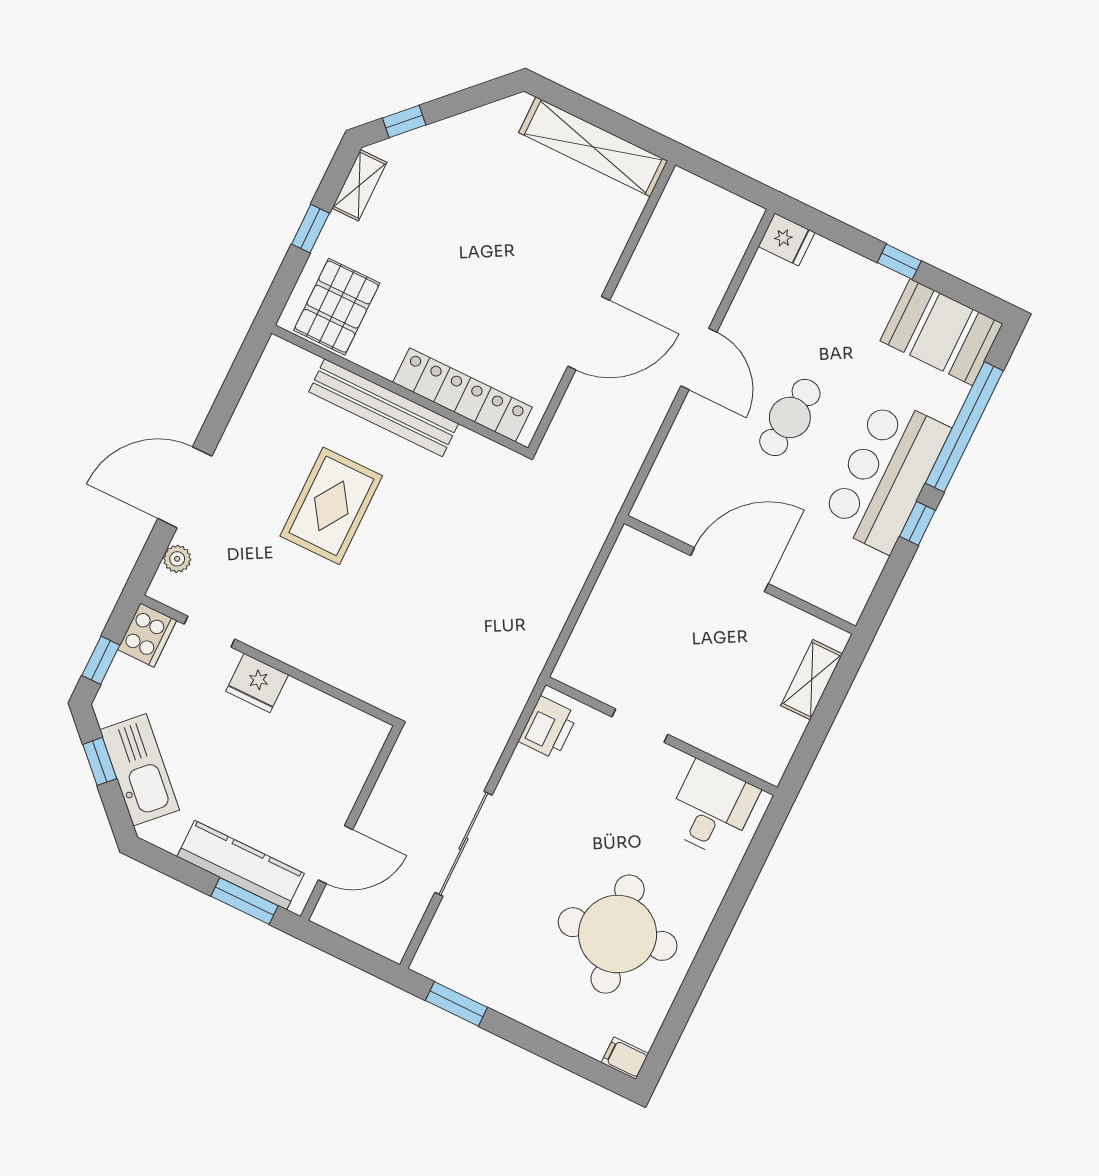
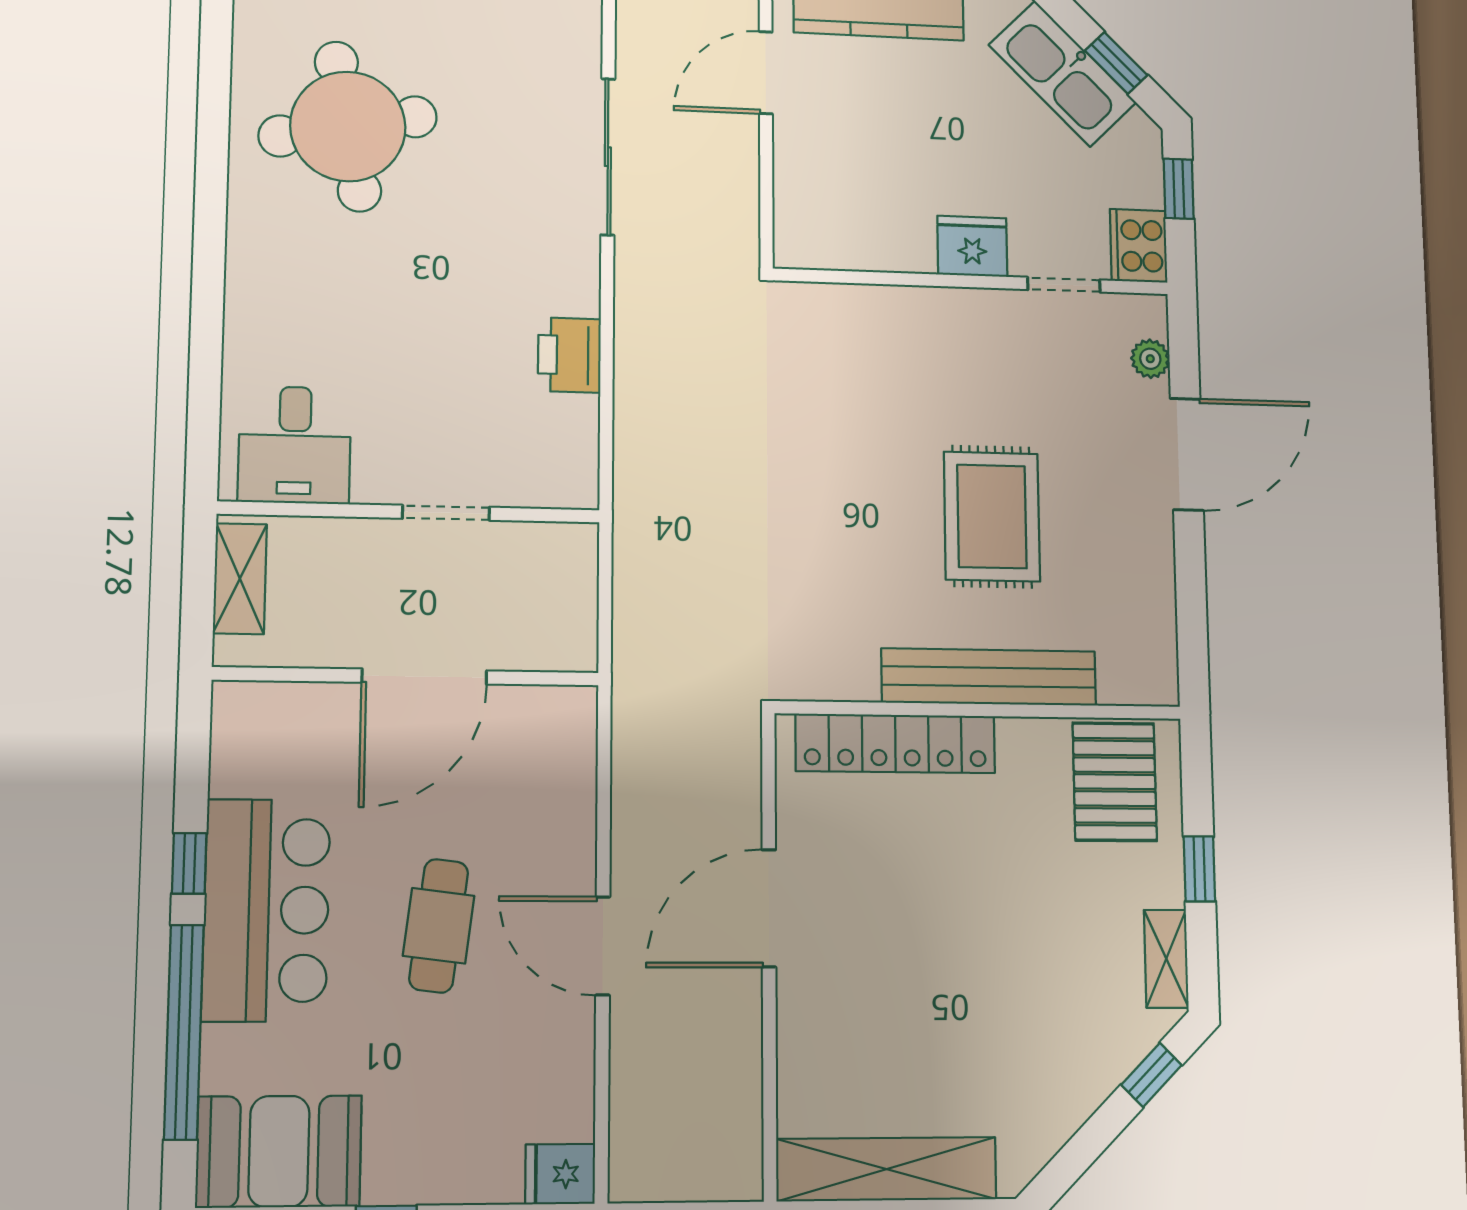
doorway: (640, 726) -> (446, 513), moved
wall: (662, 736) -> (410, 512), moved
desk: (712, 809) -> (295, 445), moved

